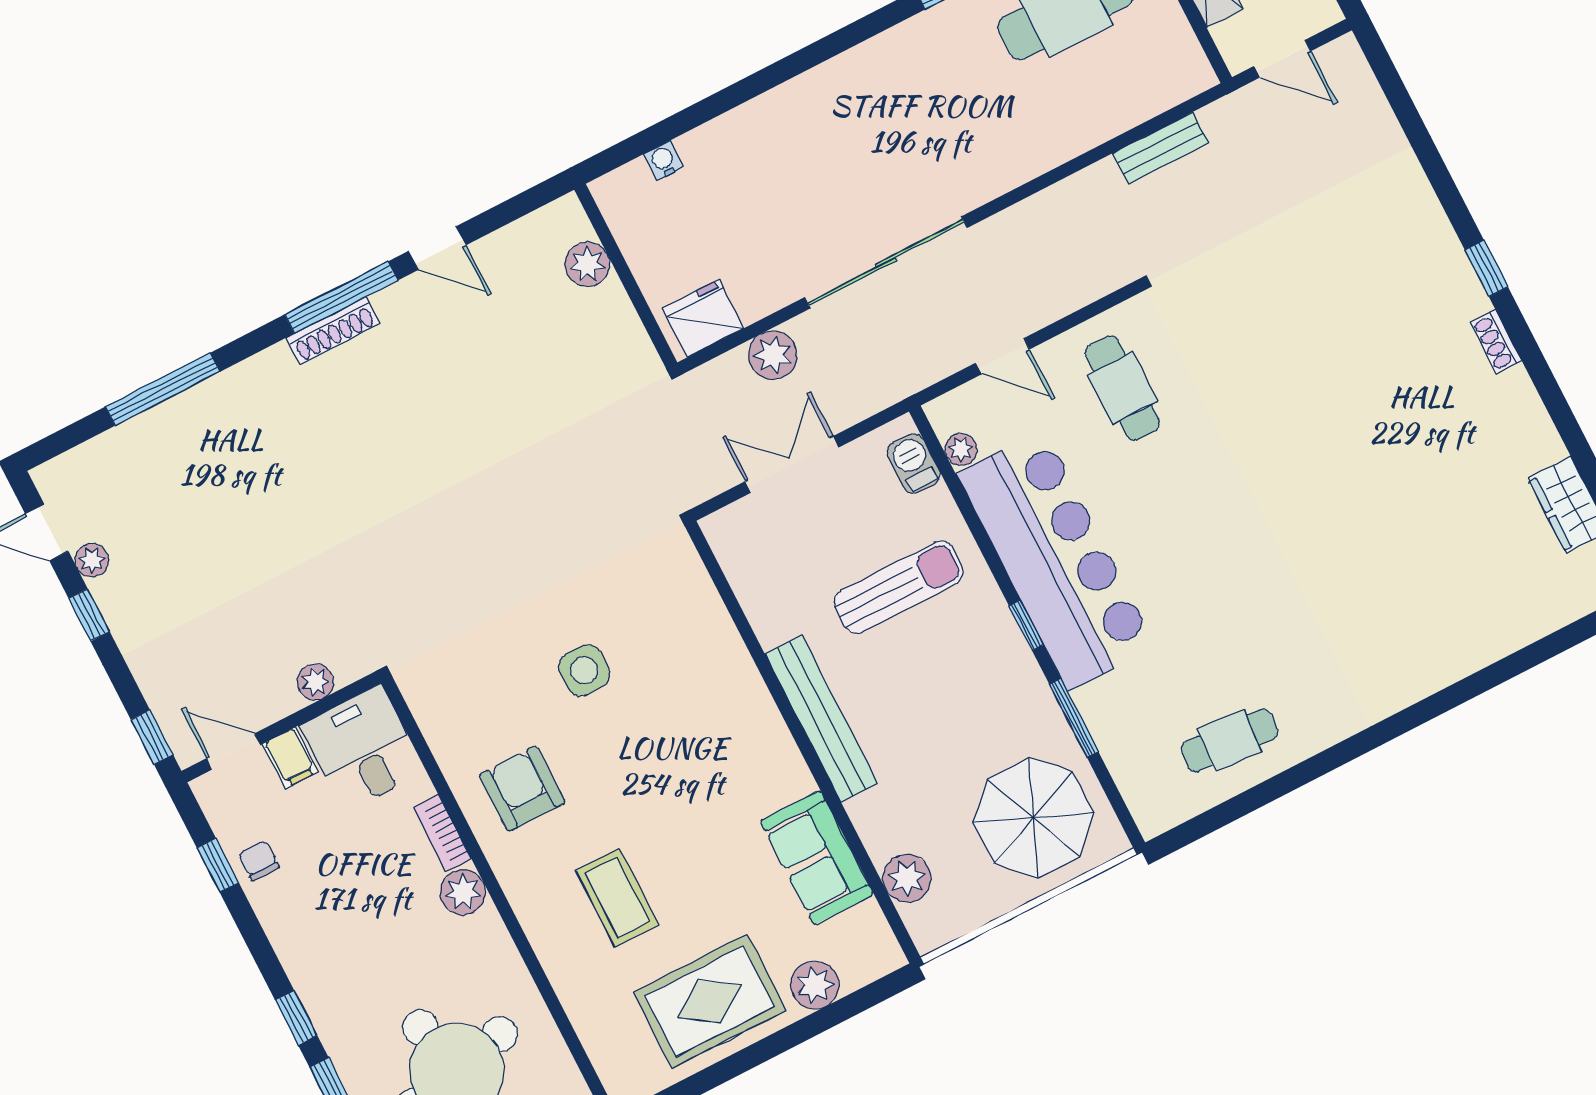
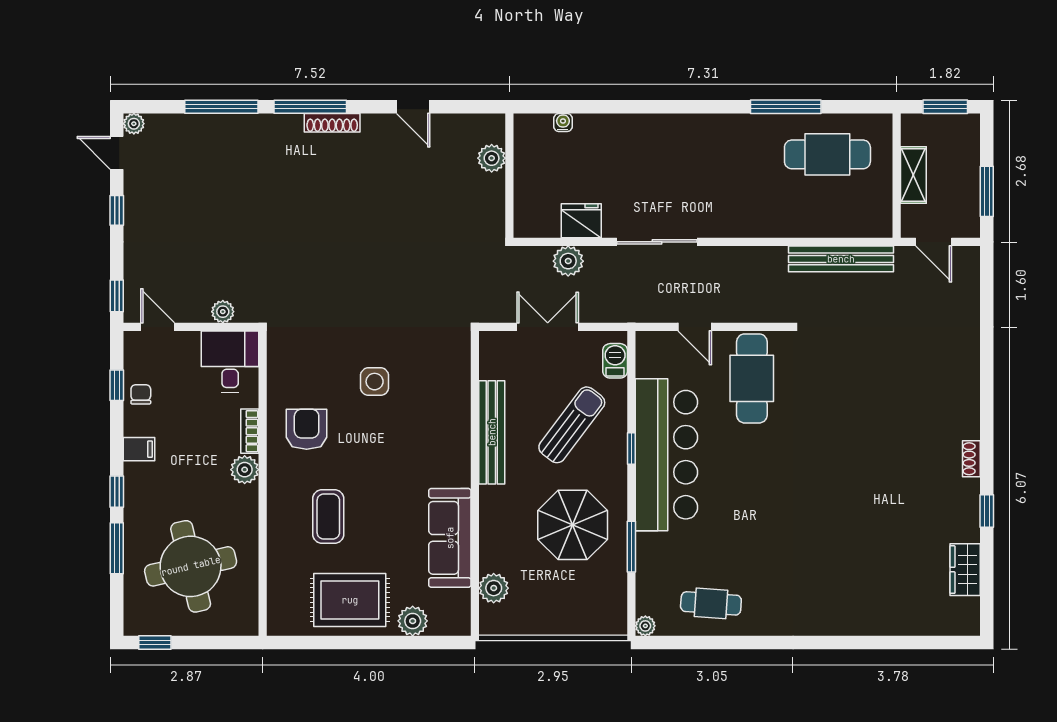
bench: (1160, 148) -> (841, 259), width x1.86, depth x1.21
sliding door: (886, 262) -> (657, 242), width x0.73
window: (1486, 268) -> (987, 511), moved
window: (341, 297) -> (310, 107), moved
fridge: (703, 318) -> (581, 221), moved
cafe table: (1122, 388) -> (752, 378), width x1.37, depth x1.35
plant: (961, 449) -> (645, 626), moved
plant: (92, 560) -> (134, 124), moved
sun lounger: (899, 587) -> (572, 425), turned -53
window: (1026, 625) -> (631, 449), moved
bench: (821, 719) -> (492, 432), moved
filing cabinet: (291, 758) -> (139, 449), moved, turned -90
parasol: (1033, 818) -> (573, 525), moved
sofa: (817, 858) -> (450, 538), width x1.36

